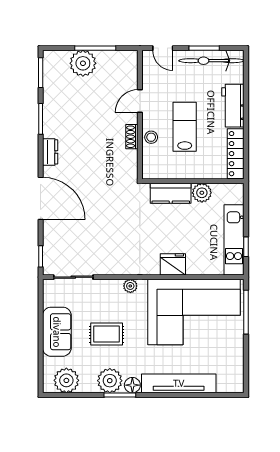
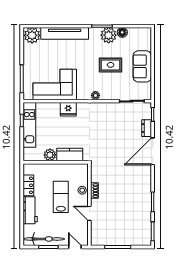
plant: (83, 63) -> (126, 237), removed
door: (140, 101) -> (89, 213), swing flipped
lab bench: (185, 127) -> (61, 197), turned 180
dresser: (50, 152) -> (147, 128), moved
locker: (236, 154) -> (28, 185), width x0.66
door: (41, 198) -> (153, 151), hinge flipped
corner sofa: (194, 312) -> (55, 84), width x0.73, depth x0.74
plant: (66, 380) -> (32, 35), moved
floor lamp: (132, 385) -> (122, 32), moved

